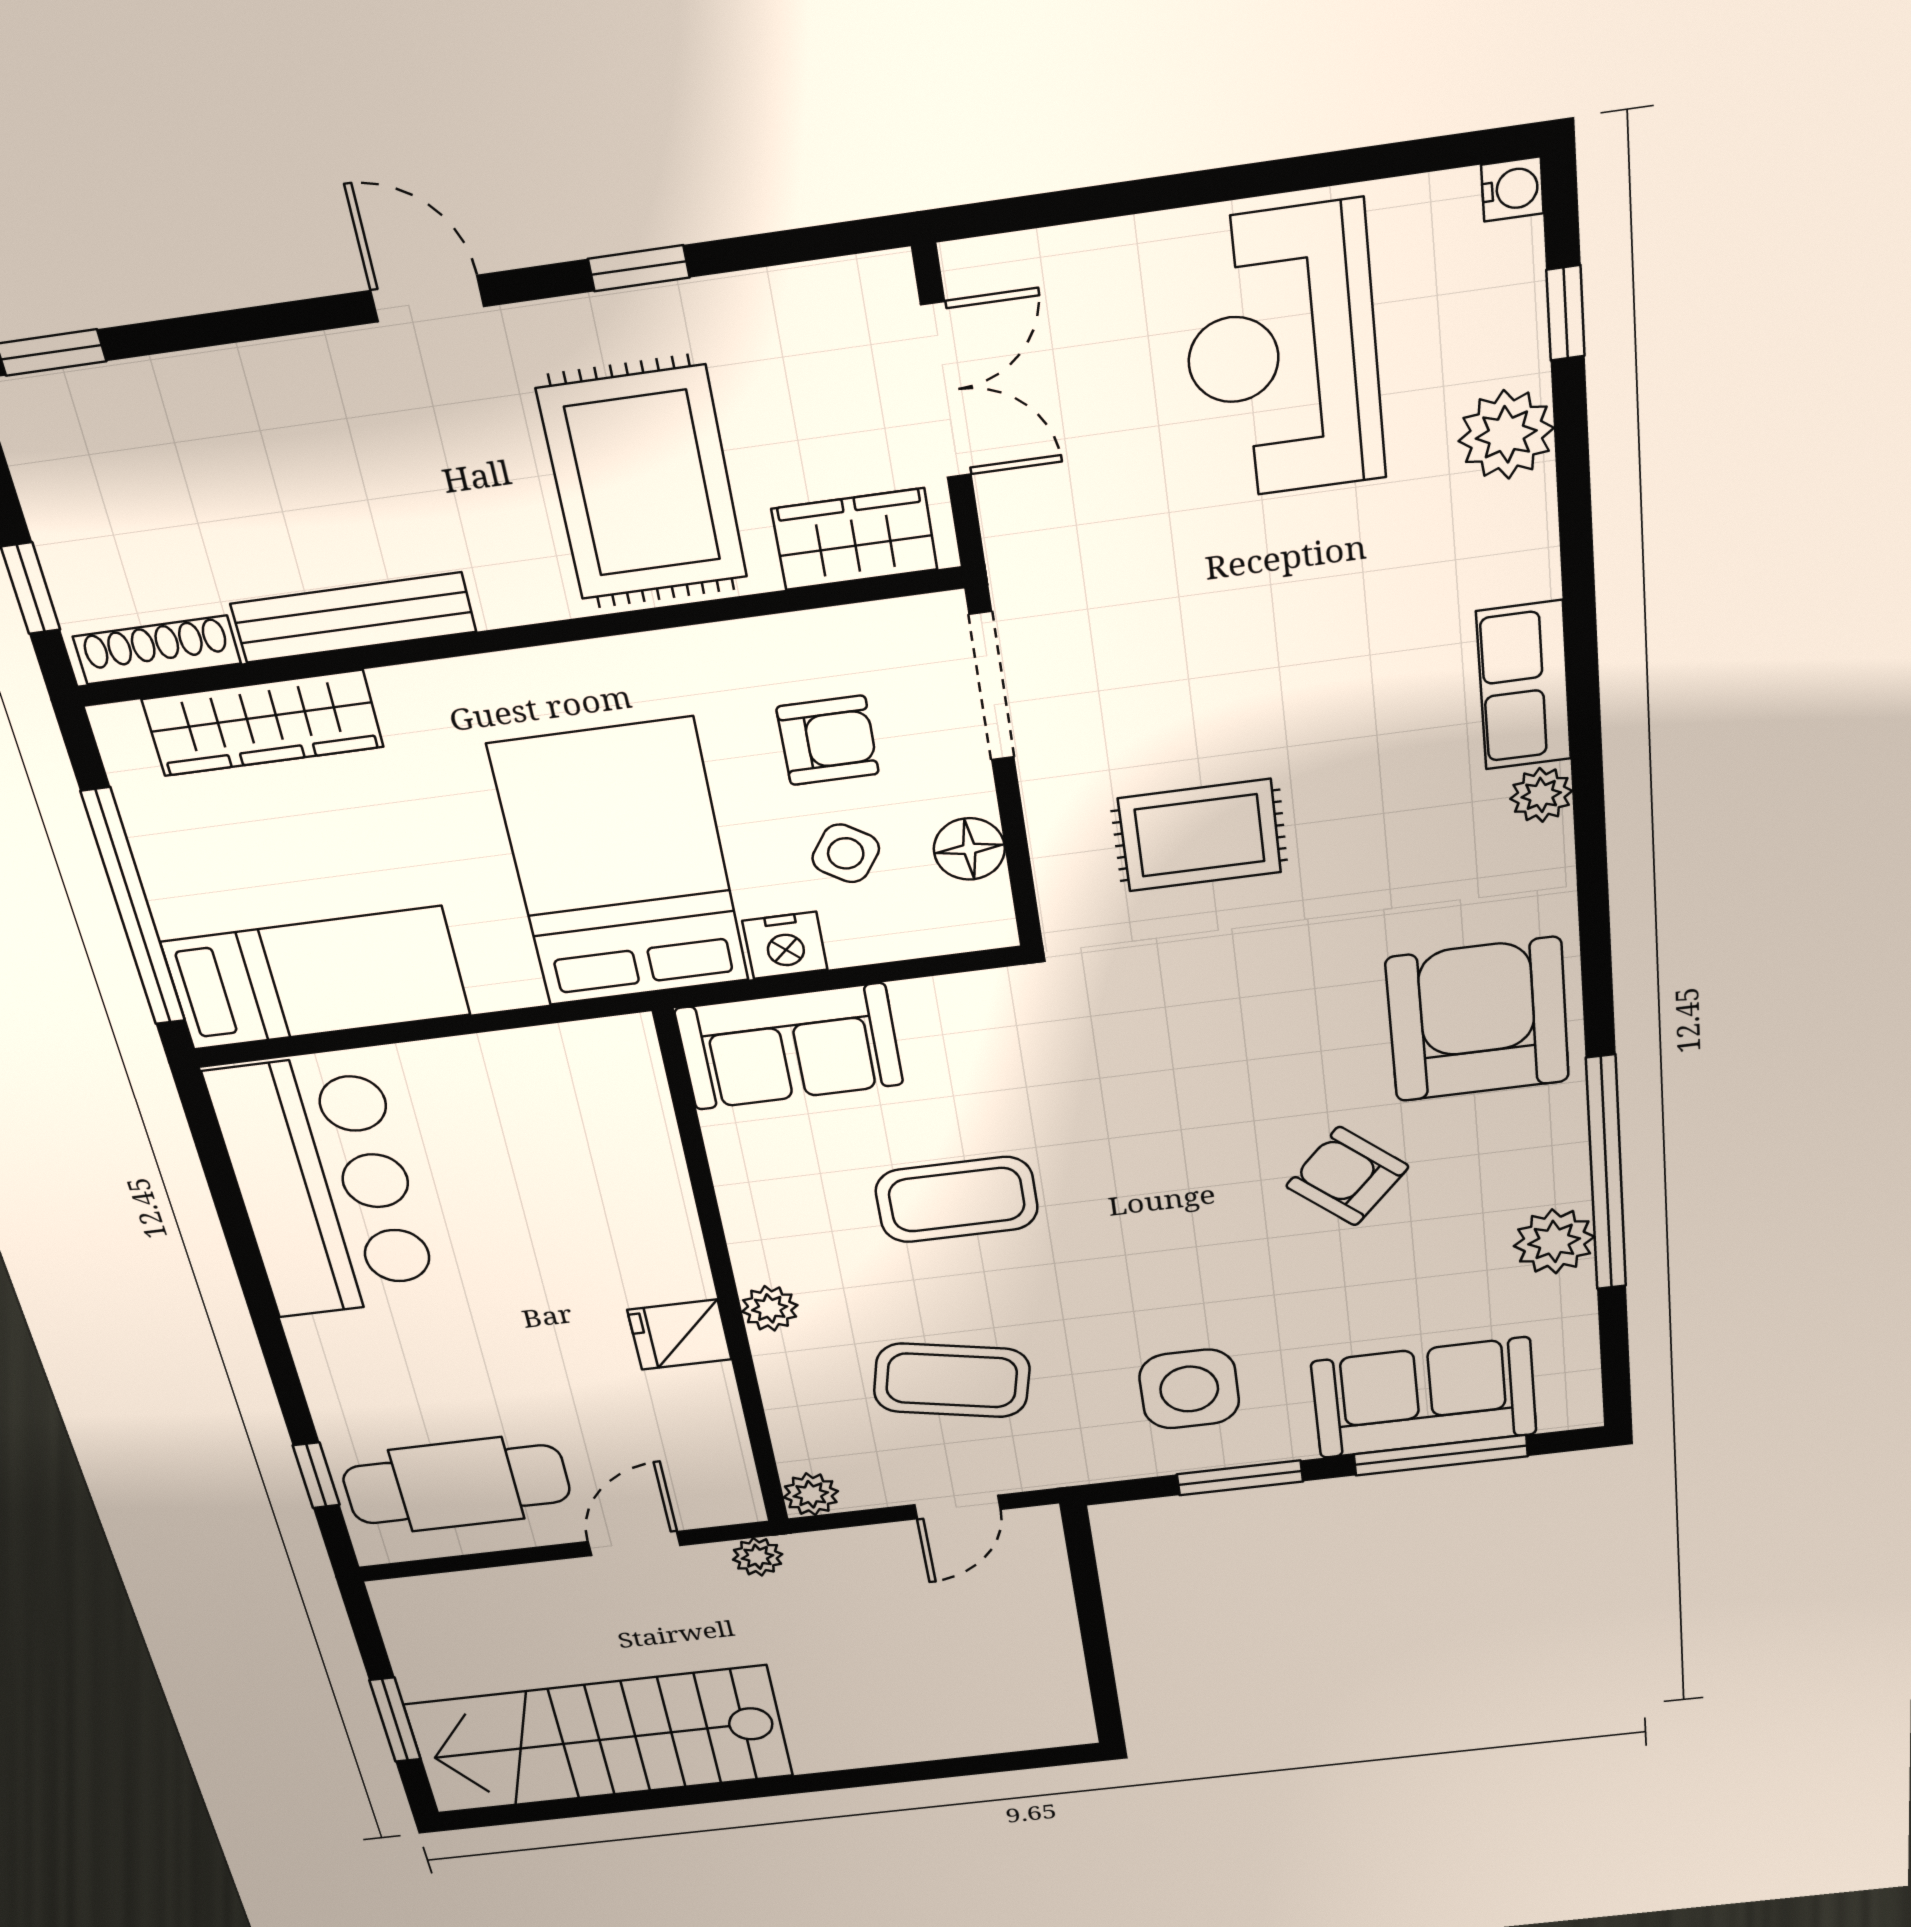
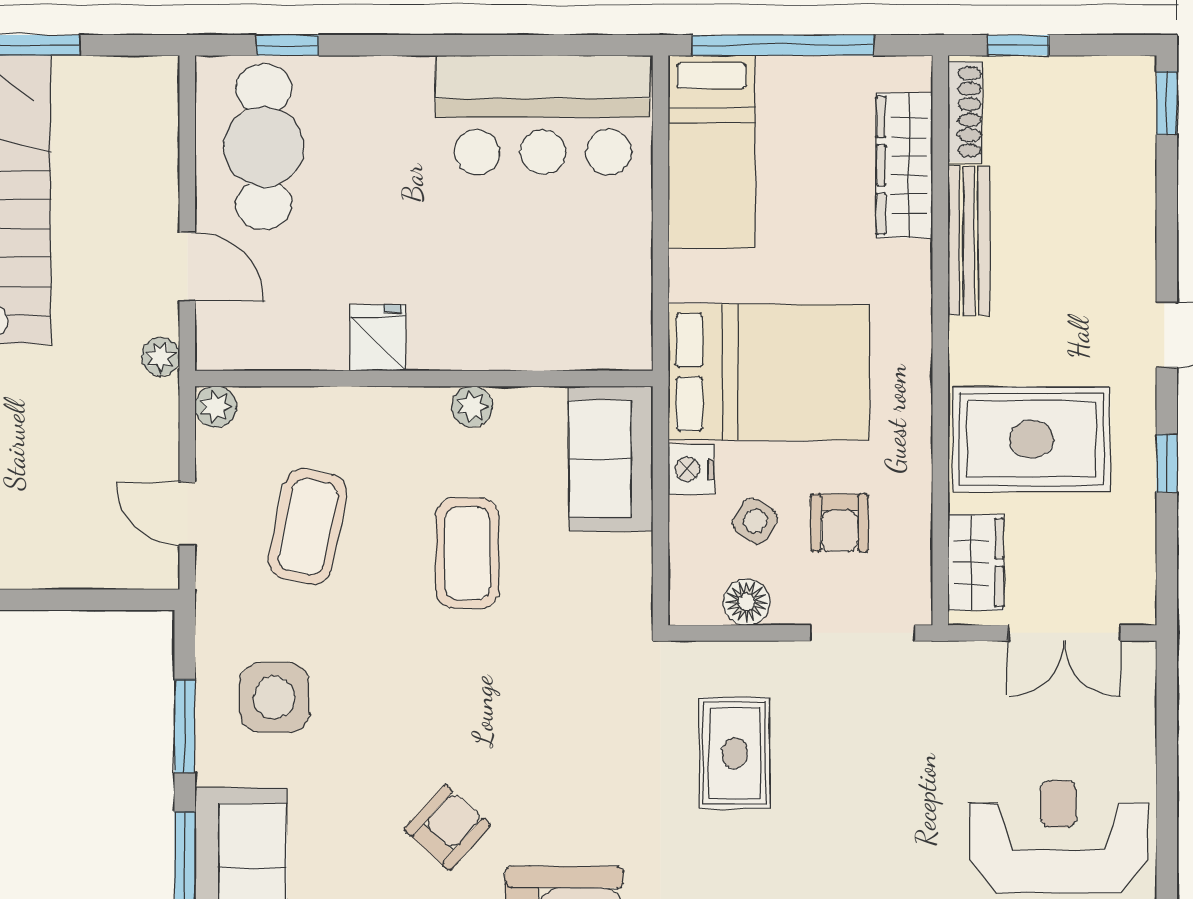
plant: (770, 1308) -> (472, 406), moved

